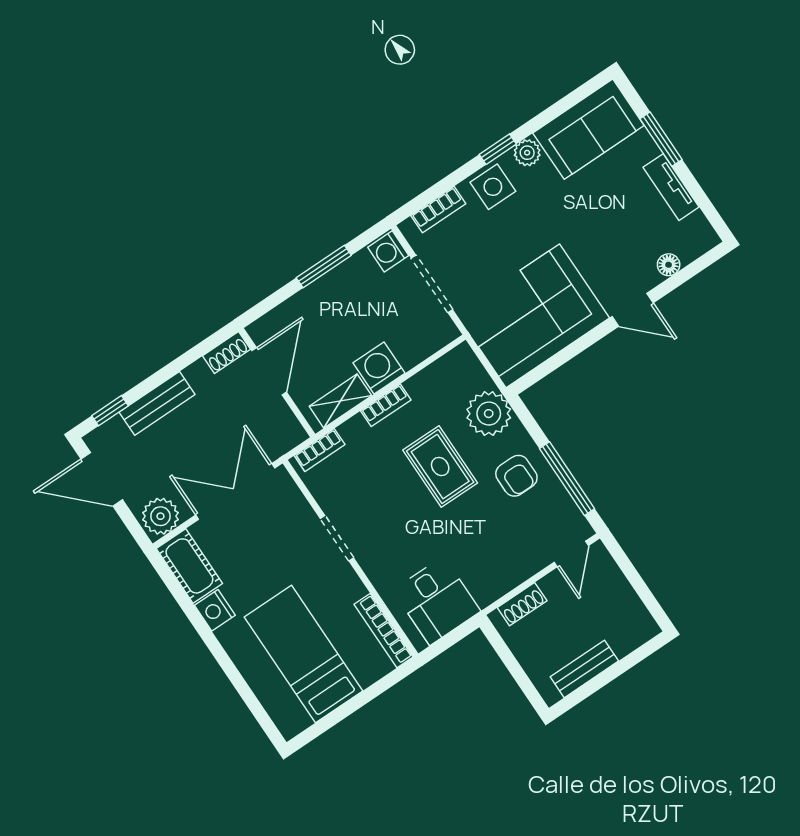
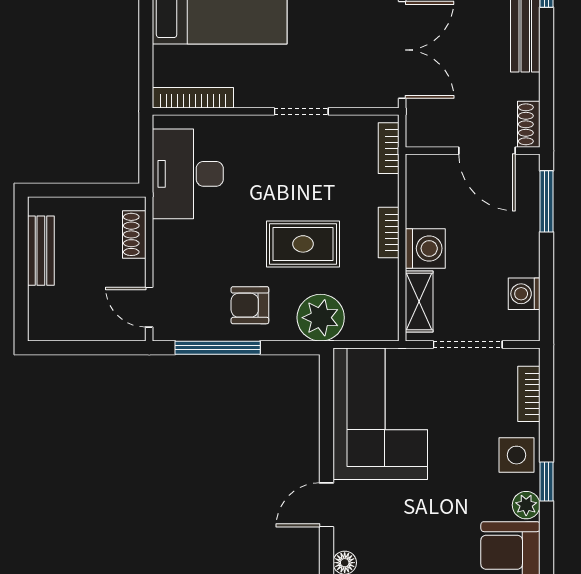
washing machine: (388, 251) -> (524, 294), moved, turned -90
window: (324, 267) -> (547, 201), moved
shelving: (340, 401) -> (419, 302), moved
desk: (437, 601) -> (188, 174), width x1.37

